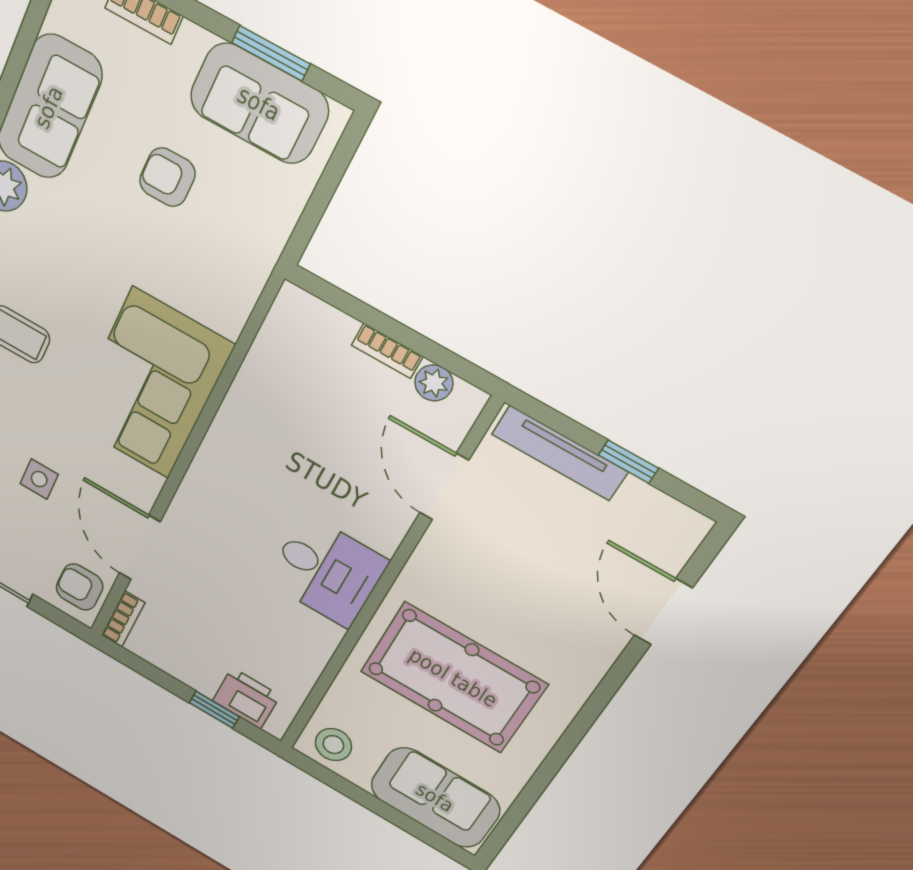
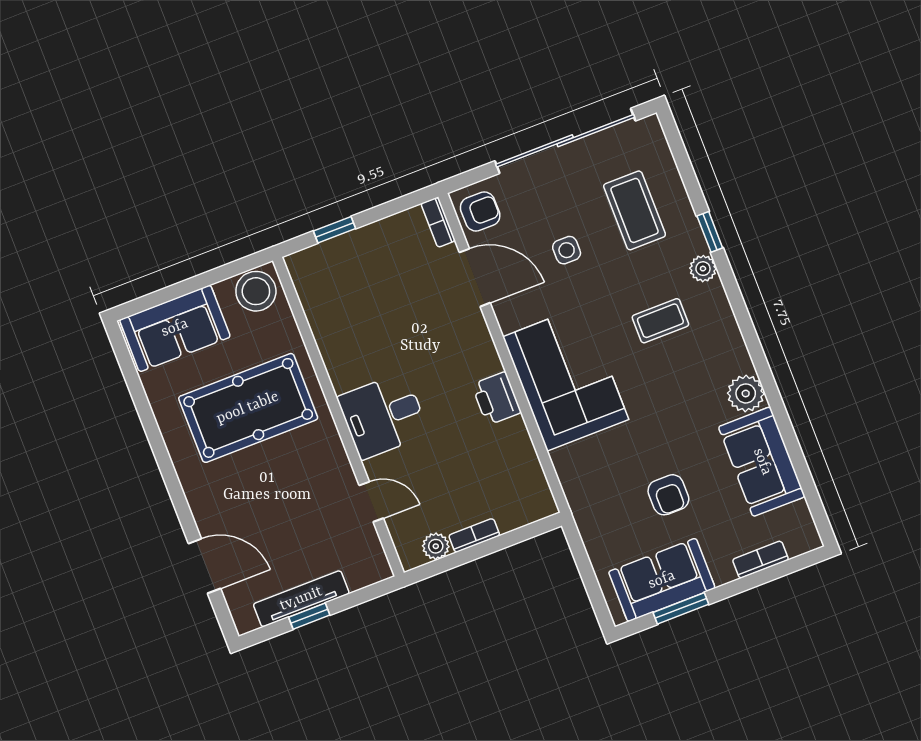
armchair: (167, 177) -> (668, 495), turned 90
tv unit: (560, 453) -> (301, 599), moved
door: (444, 487) -> (371, 502), width x0.73
desk: (327, 571) -> (383, 416), moved
printer: (246, 698) -> (496, 398), moved, turned 90
stool: (333, 745) -> (256, 291), width x1.38, depth x1.38

